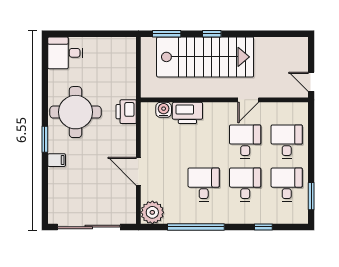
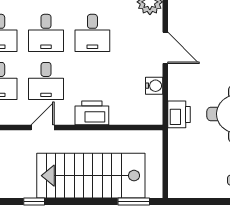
window: (212, 34) -> (34, 201), moved
water cooler: (164, 110) -> (154, 86), moved, turned -90
printer: (187, 113) -> (92, 113), moved

